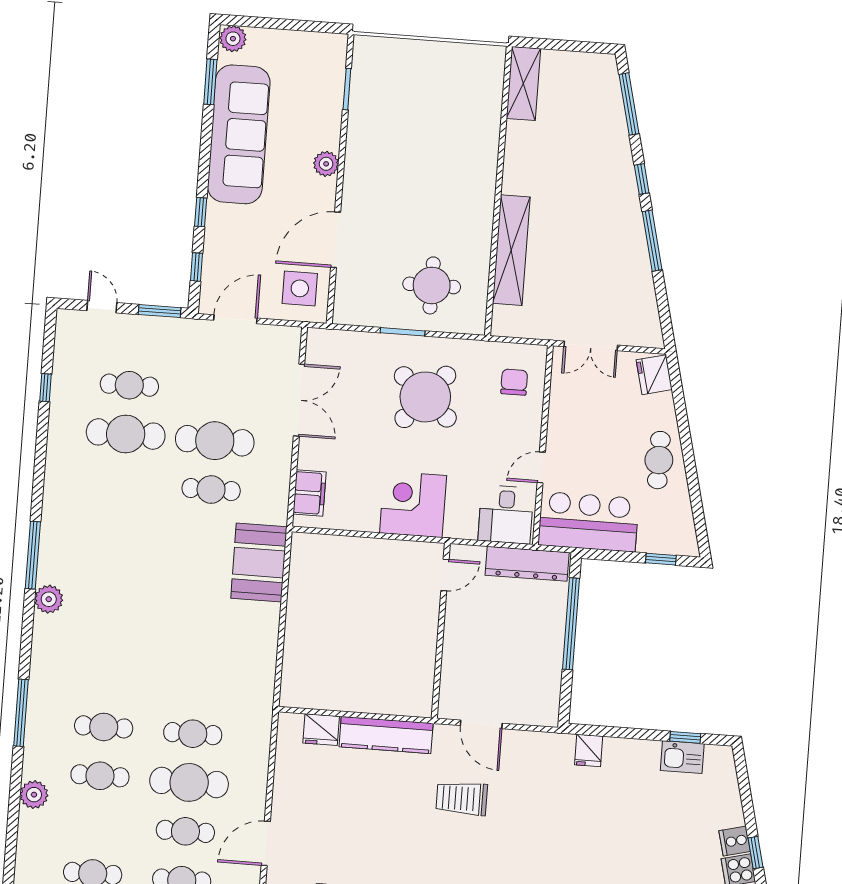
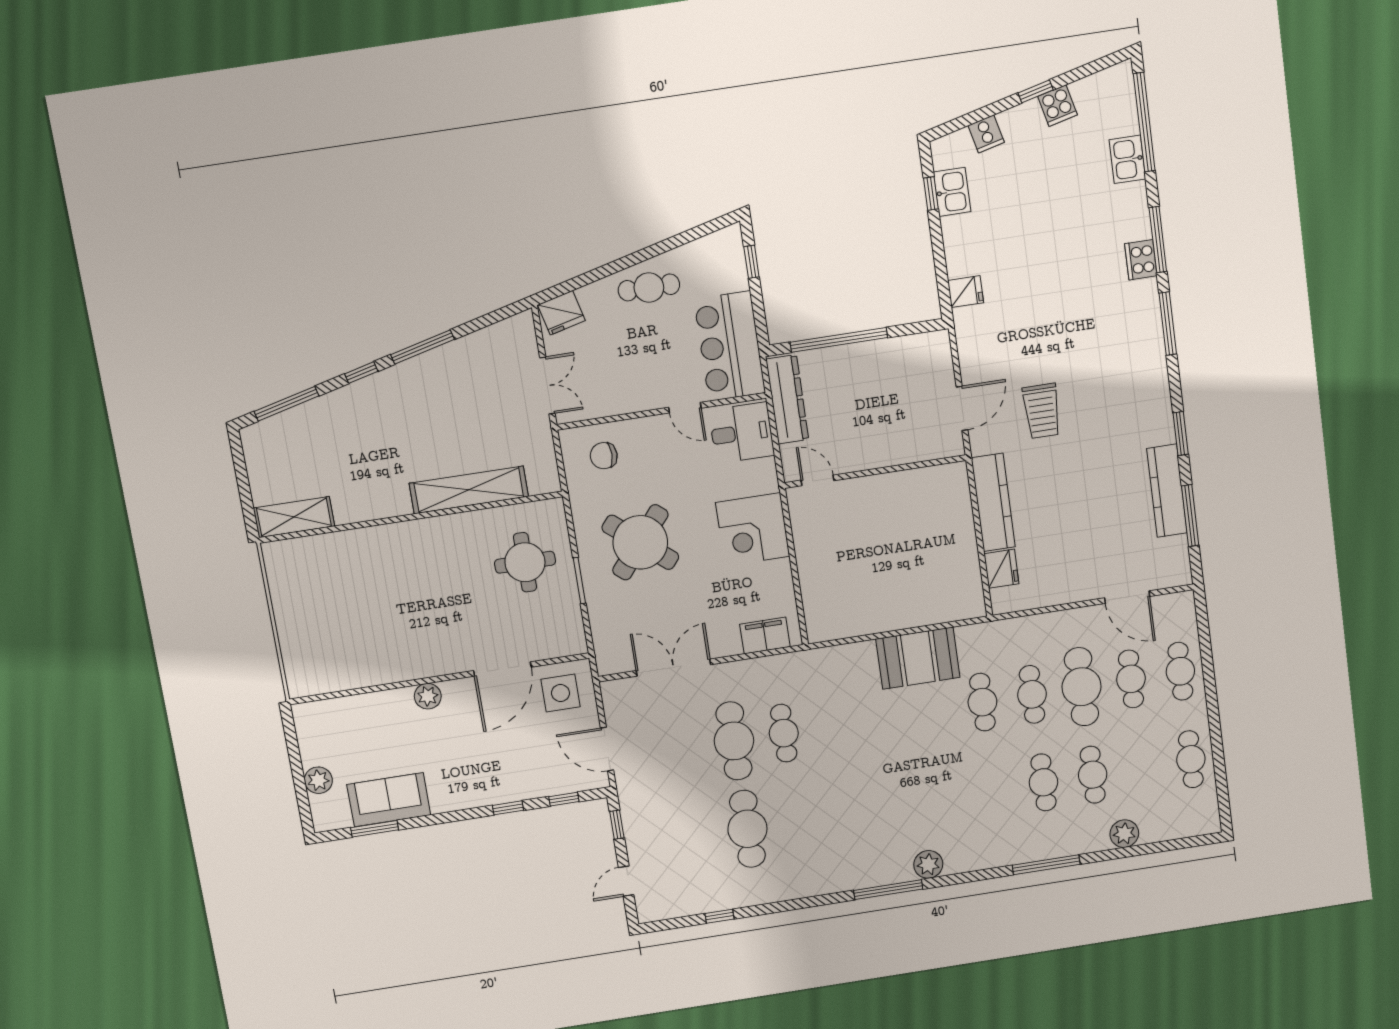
plant: (233, 39) -> (318, 780), moved
window: (347, 89) -> (346, 693), removed
sofa: (239, 134) -> (389, 800), width x0.54, depth x0.79
door: (336, 240) -> (502, 669), hinge flipped
window: (160, 311) -> (617, 825), width x0.67
cafe table: (129, 385) -> (982, 702), moved
booth: (259, 563) -> (918, 658), moved
cooker: (735, 841) -> (986, 134), moved

